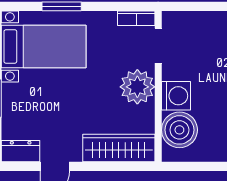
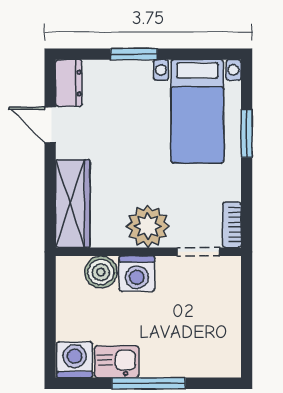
boiler: (179, 130) -> (101, 272), width x0.73, depth x0.73

